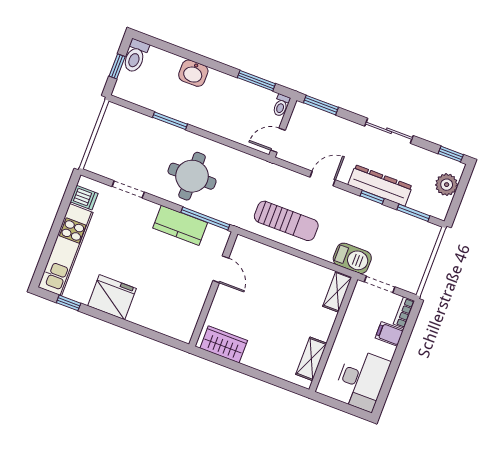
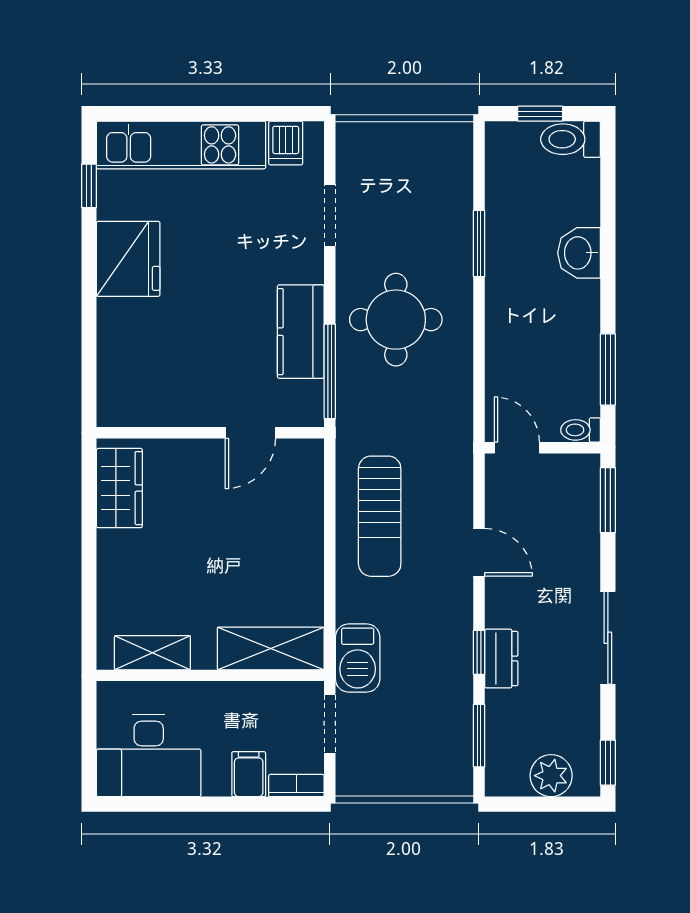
dresser: (380, 185) -> (501, 659), width x0.51, depth x0.80
shelving: (337, 292) -> (271, 648), width x1.50, depth x1.33

